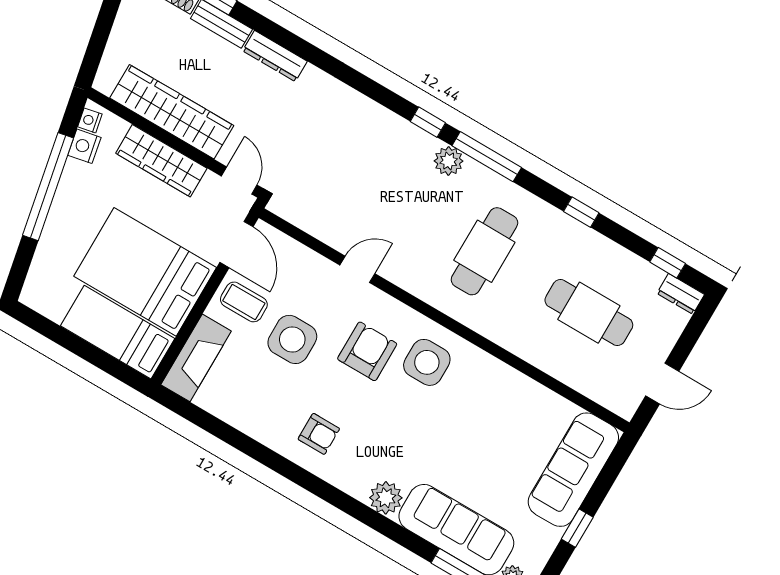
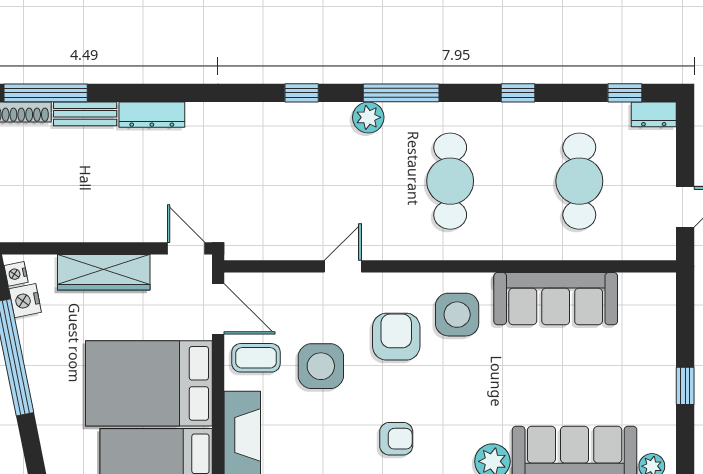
wardrobe: (172, 112) -> (87, 222), removed
window: (428, 122) -> (302, 93), moved
cafe table: (589, 313) -> (579, 181), turned 90
sofa: (573, 470) -> (556, 299), moved, turned -90

